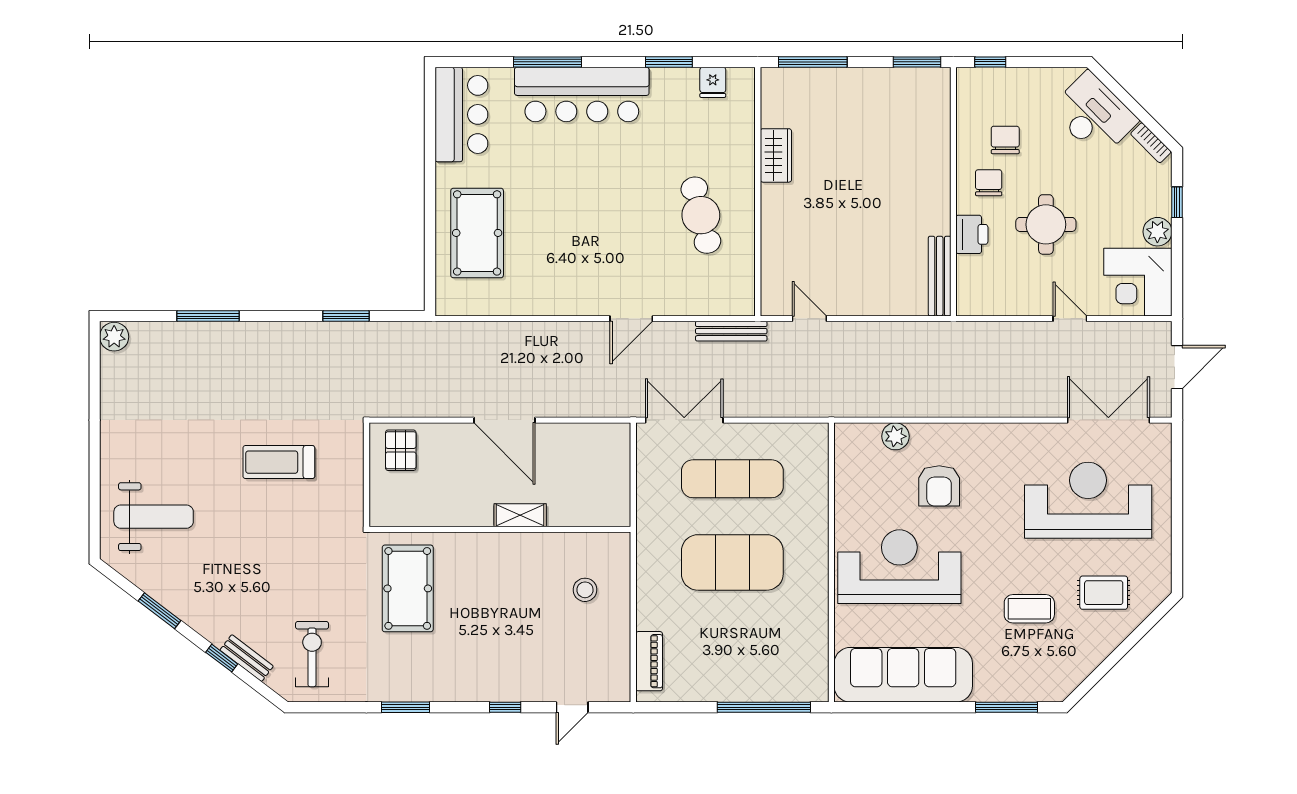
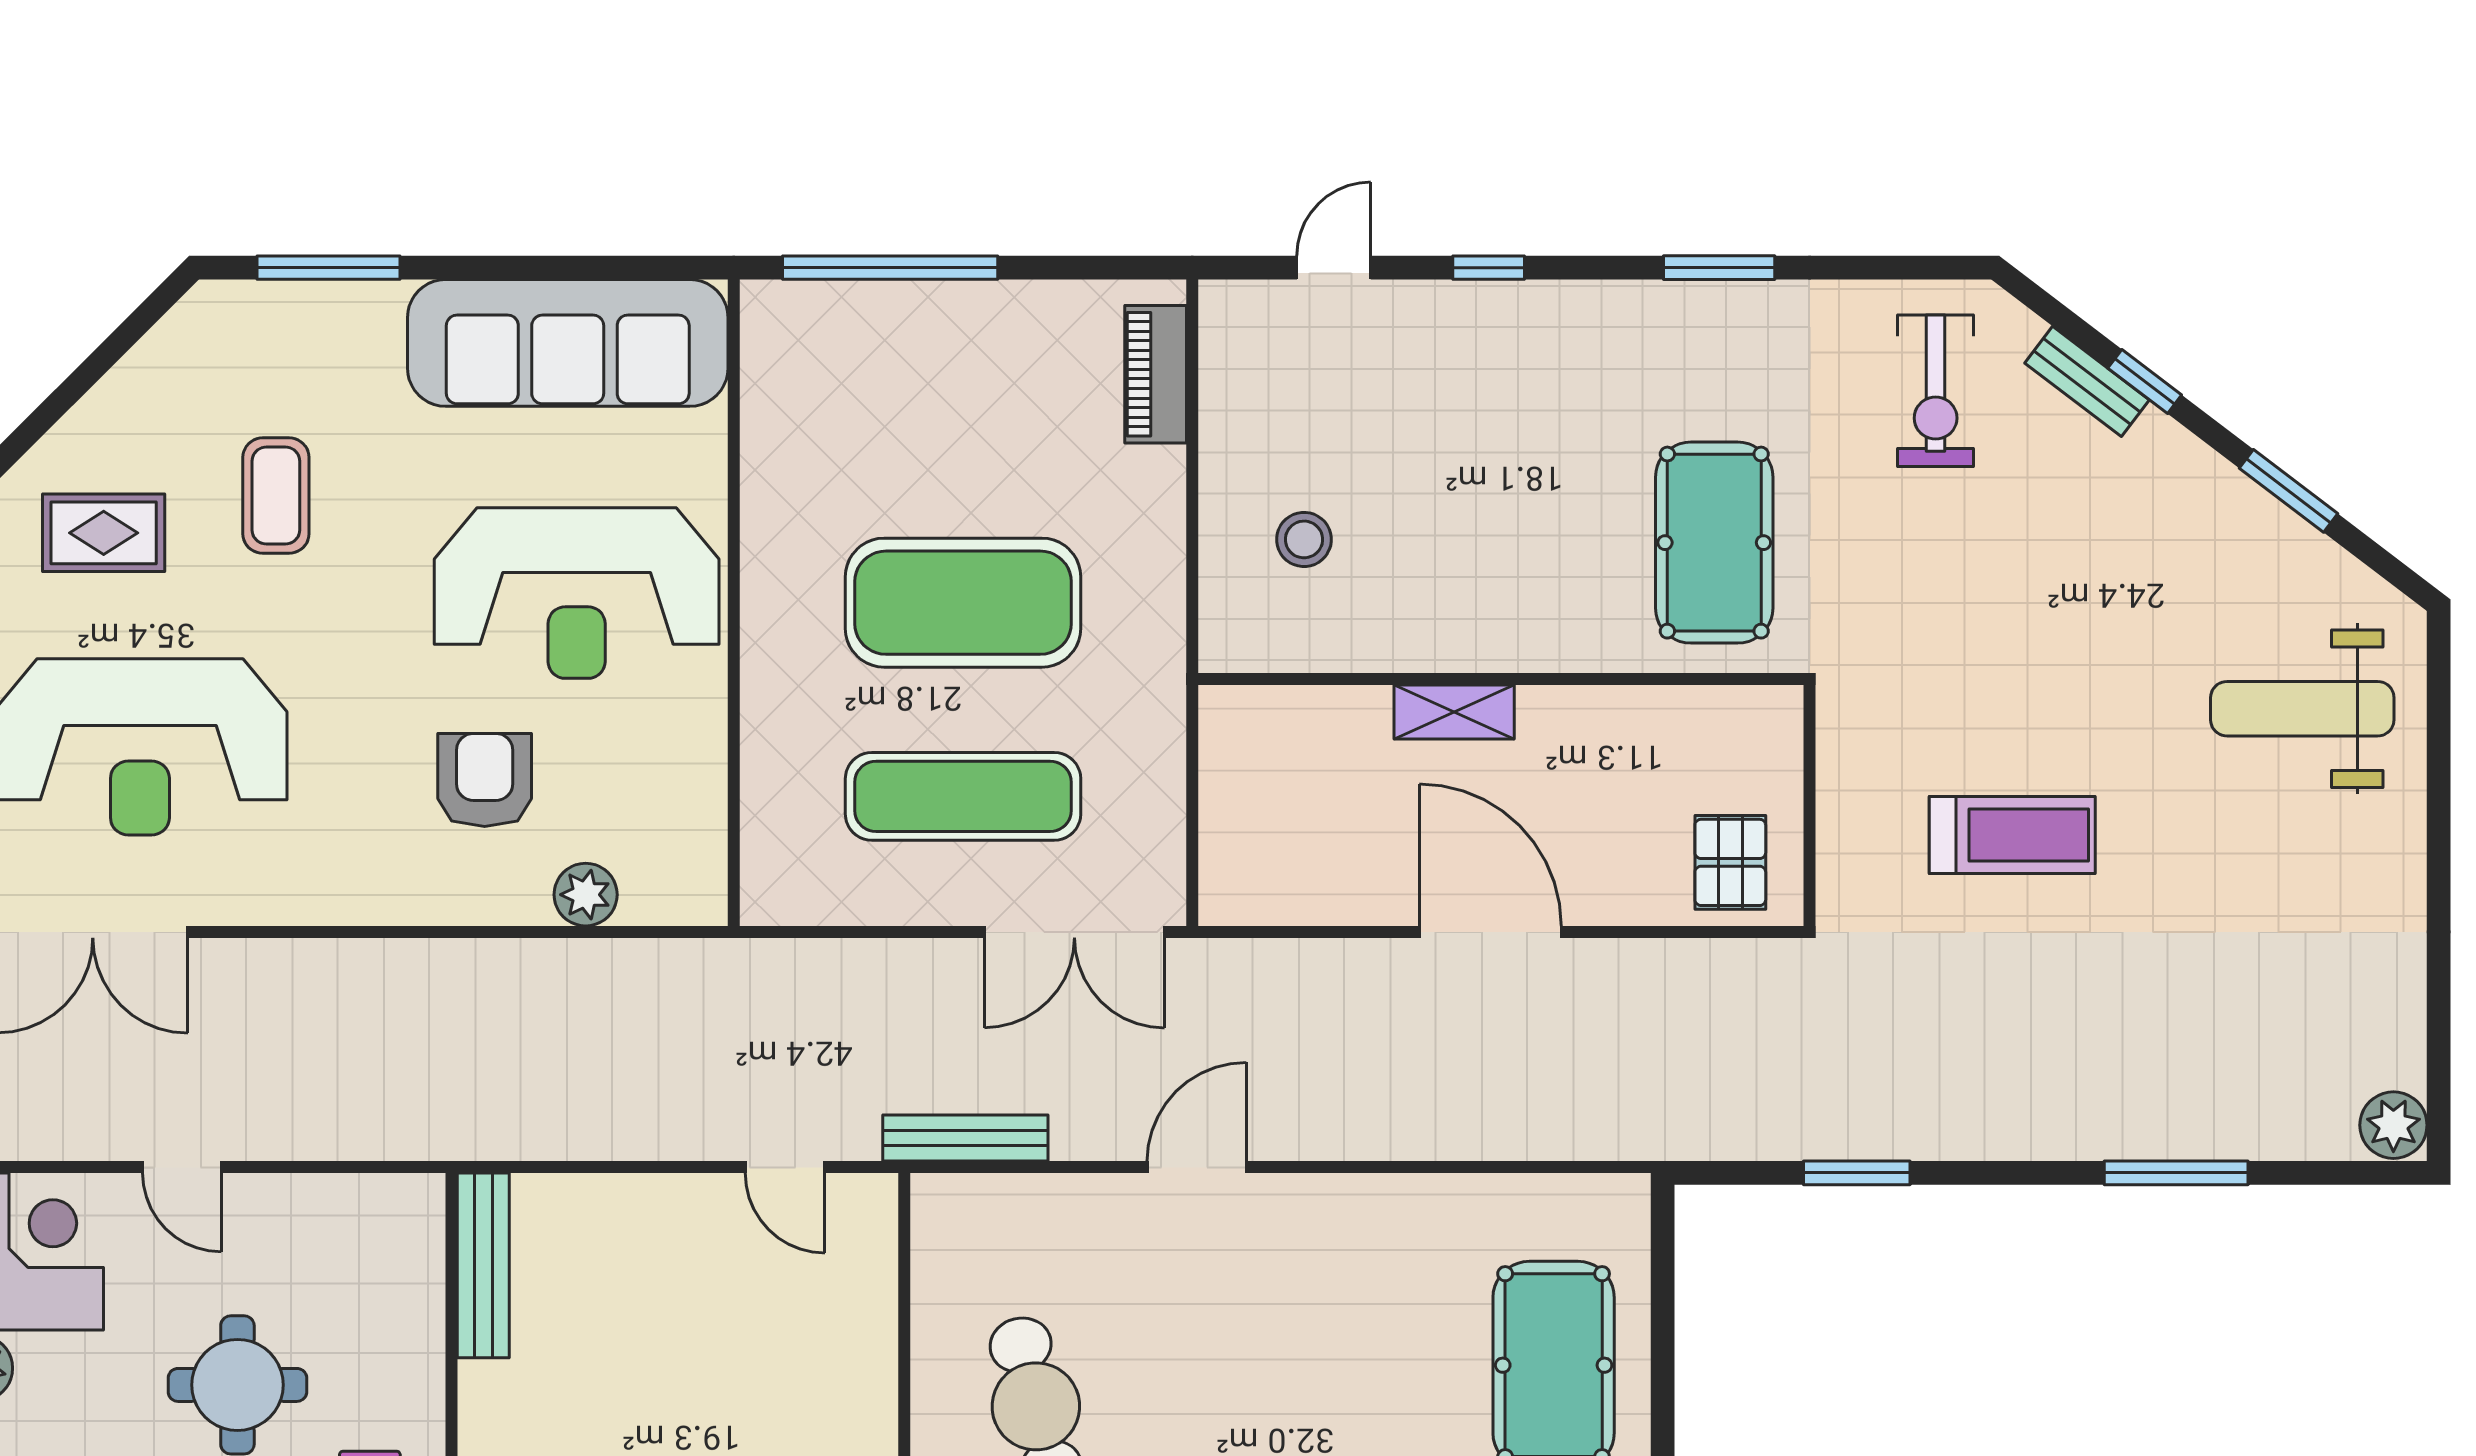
printer: (972, 234) -> (409, 1362), removed
coffee table: (1029, 609) -> (276, 496), turned 90

